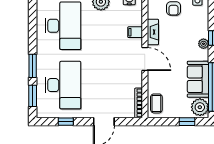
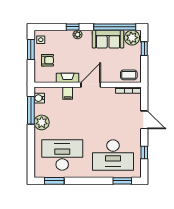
window: (33, 66) -> (54, 181), moved
desk: (63, 85) -> (113, 155), turned 180

